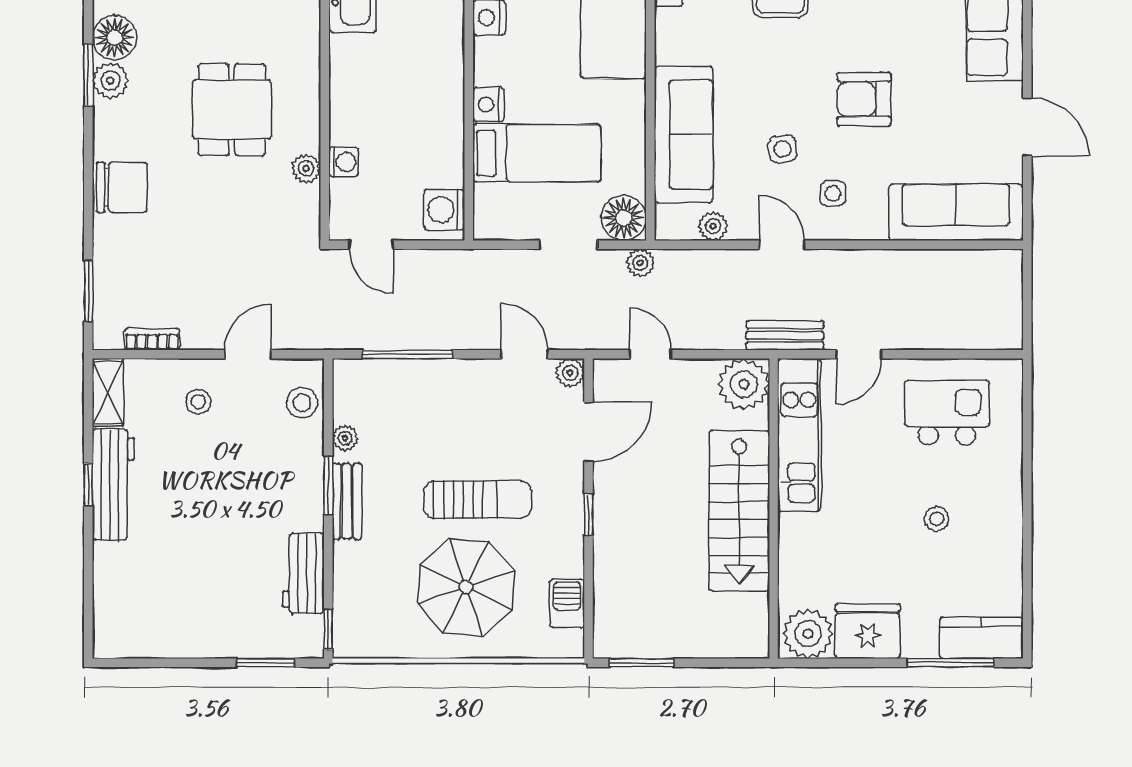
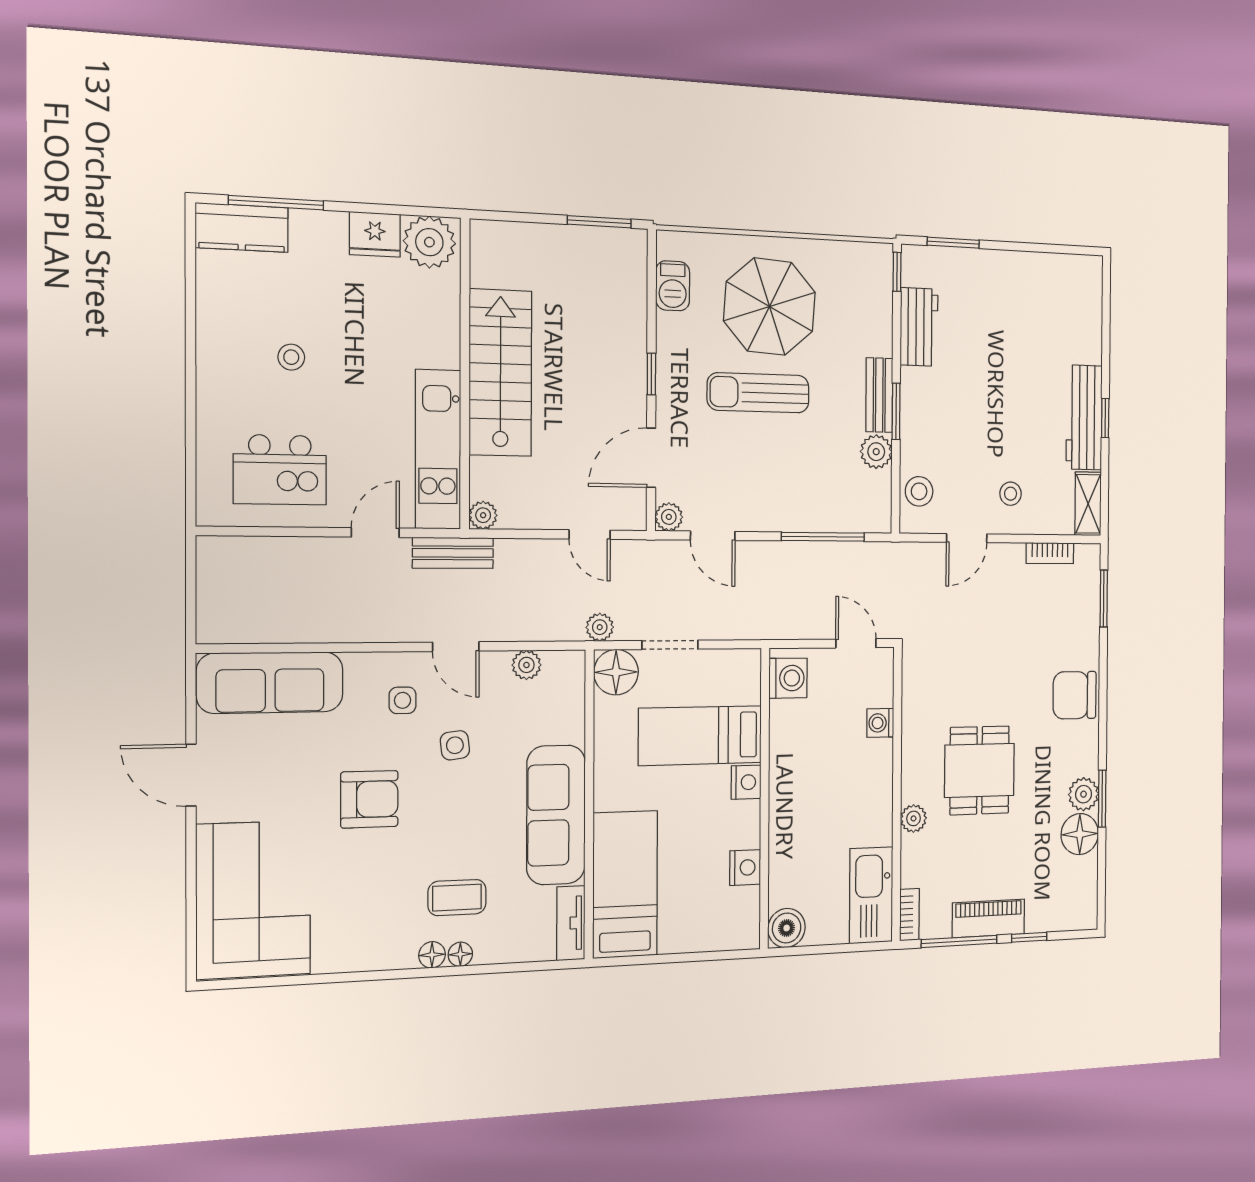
sofa: (683, 135) -> (556, 815), moved
plant: (306, 168) -> (913, 818), moved
plant: (744, 384) -> (483, 515), width x0.53, depth x0.53
plant: (345, 438) -> (876, 452), width x1.38, depth x1.38
fridge: (868, 631) -> (375, 234), width x0.73, depth x0.75

